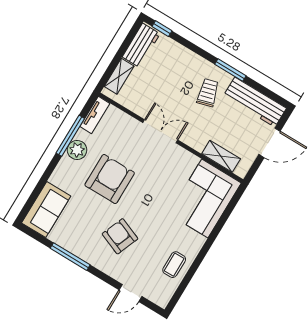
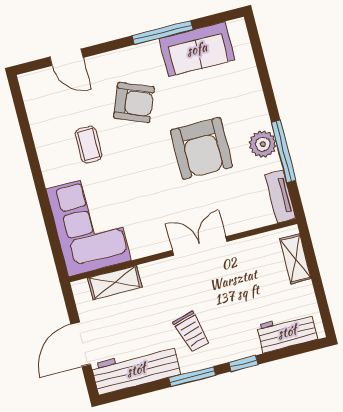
window: (162, 29) -> (243, 363), moved
workbench: (141, 45) -> (287, 332), moved, turned 90
double door: (160, 131) -> (200, 246), swing flipped
sofa: (46, 209) -> (197, 49), moved, turned -90
coffee table: (174, 265) -> (89, 145), moved
door: (131, 293) -> (67, 57), swing flipped

